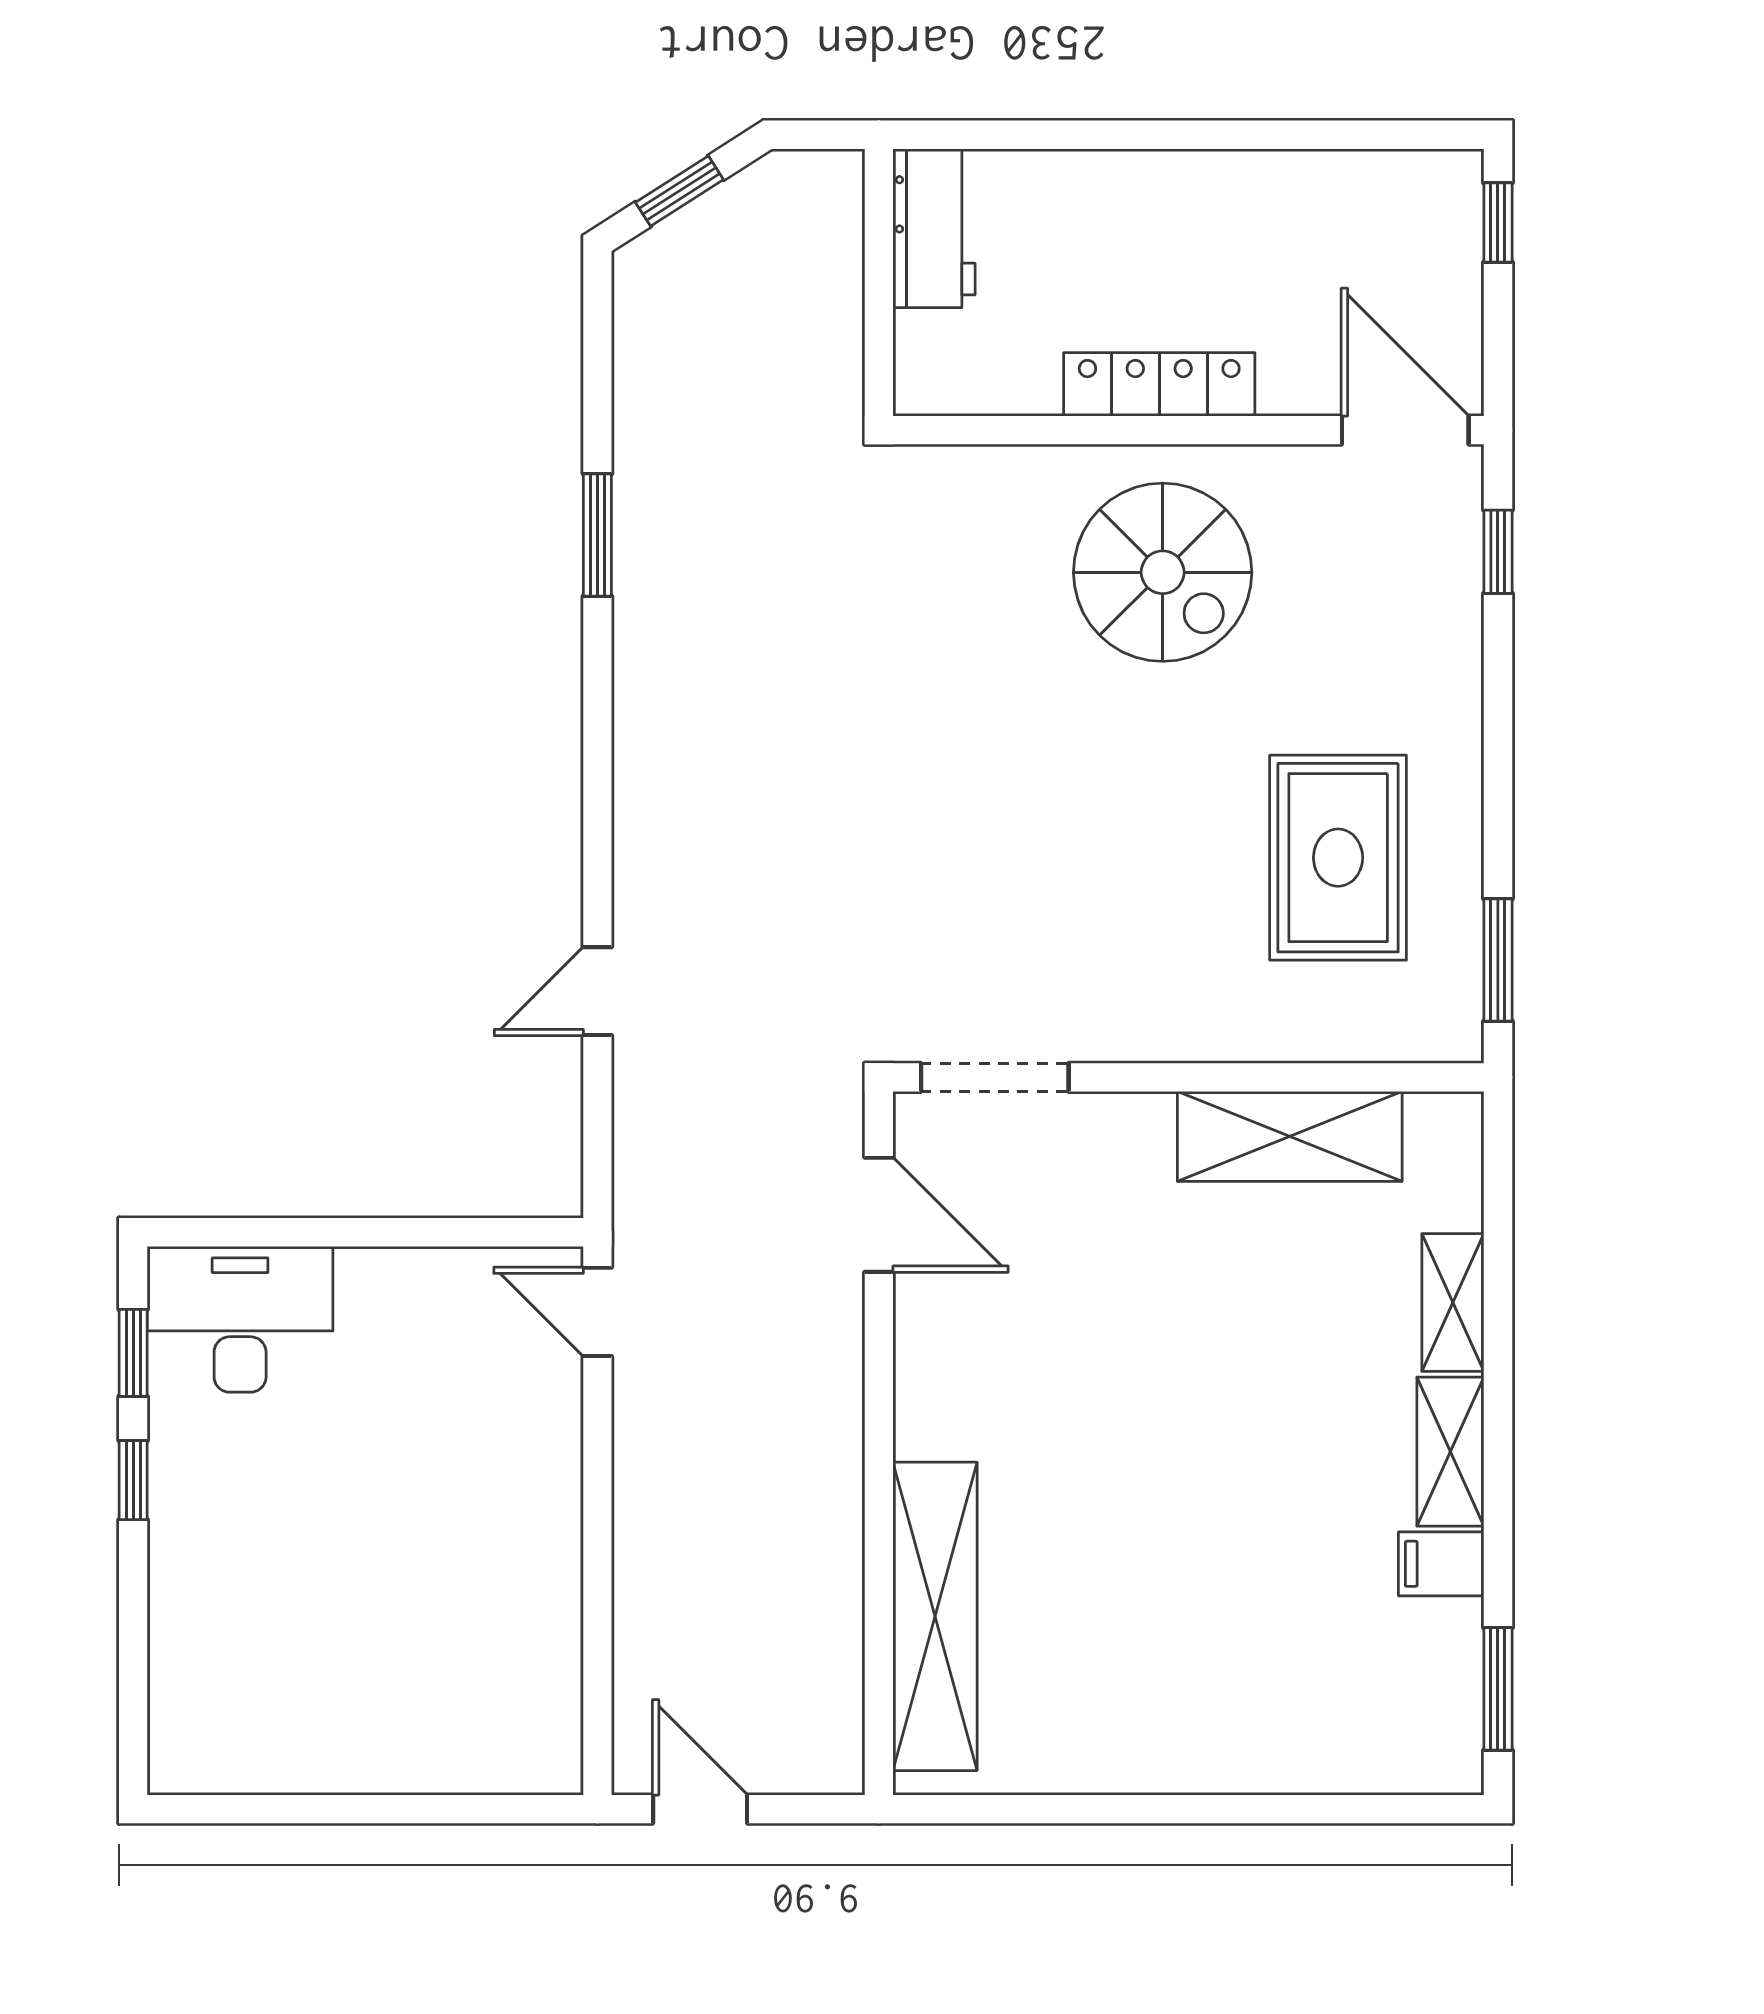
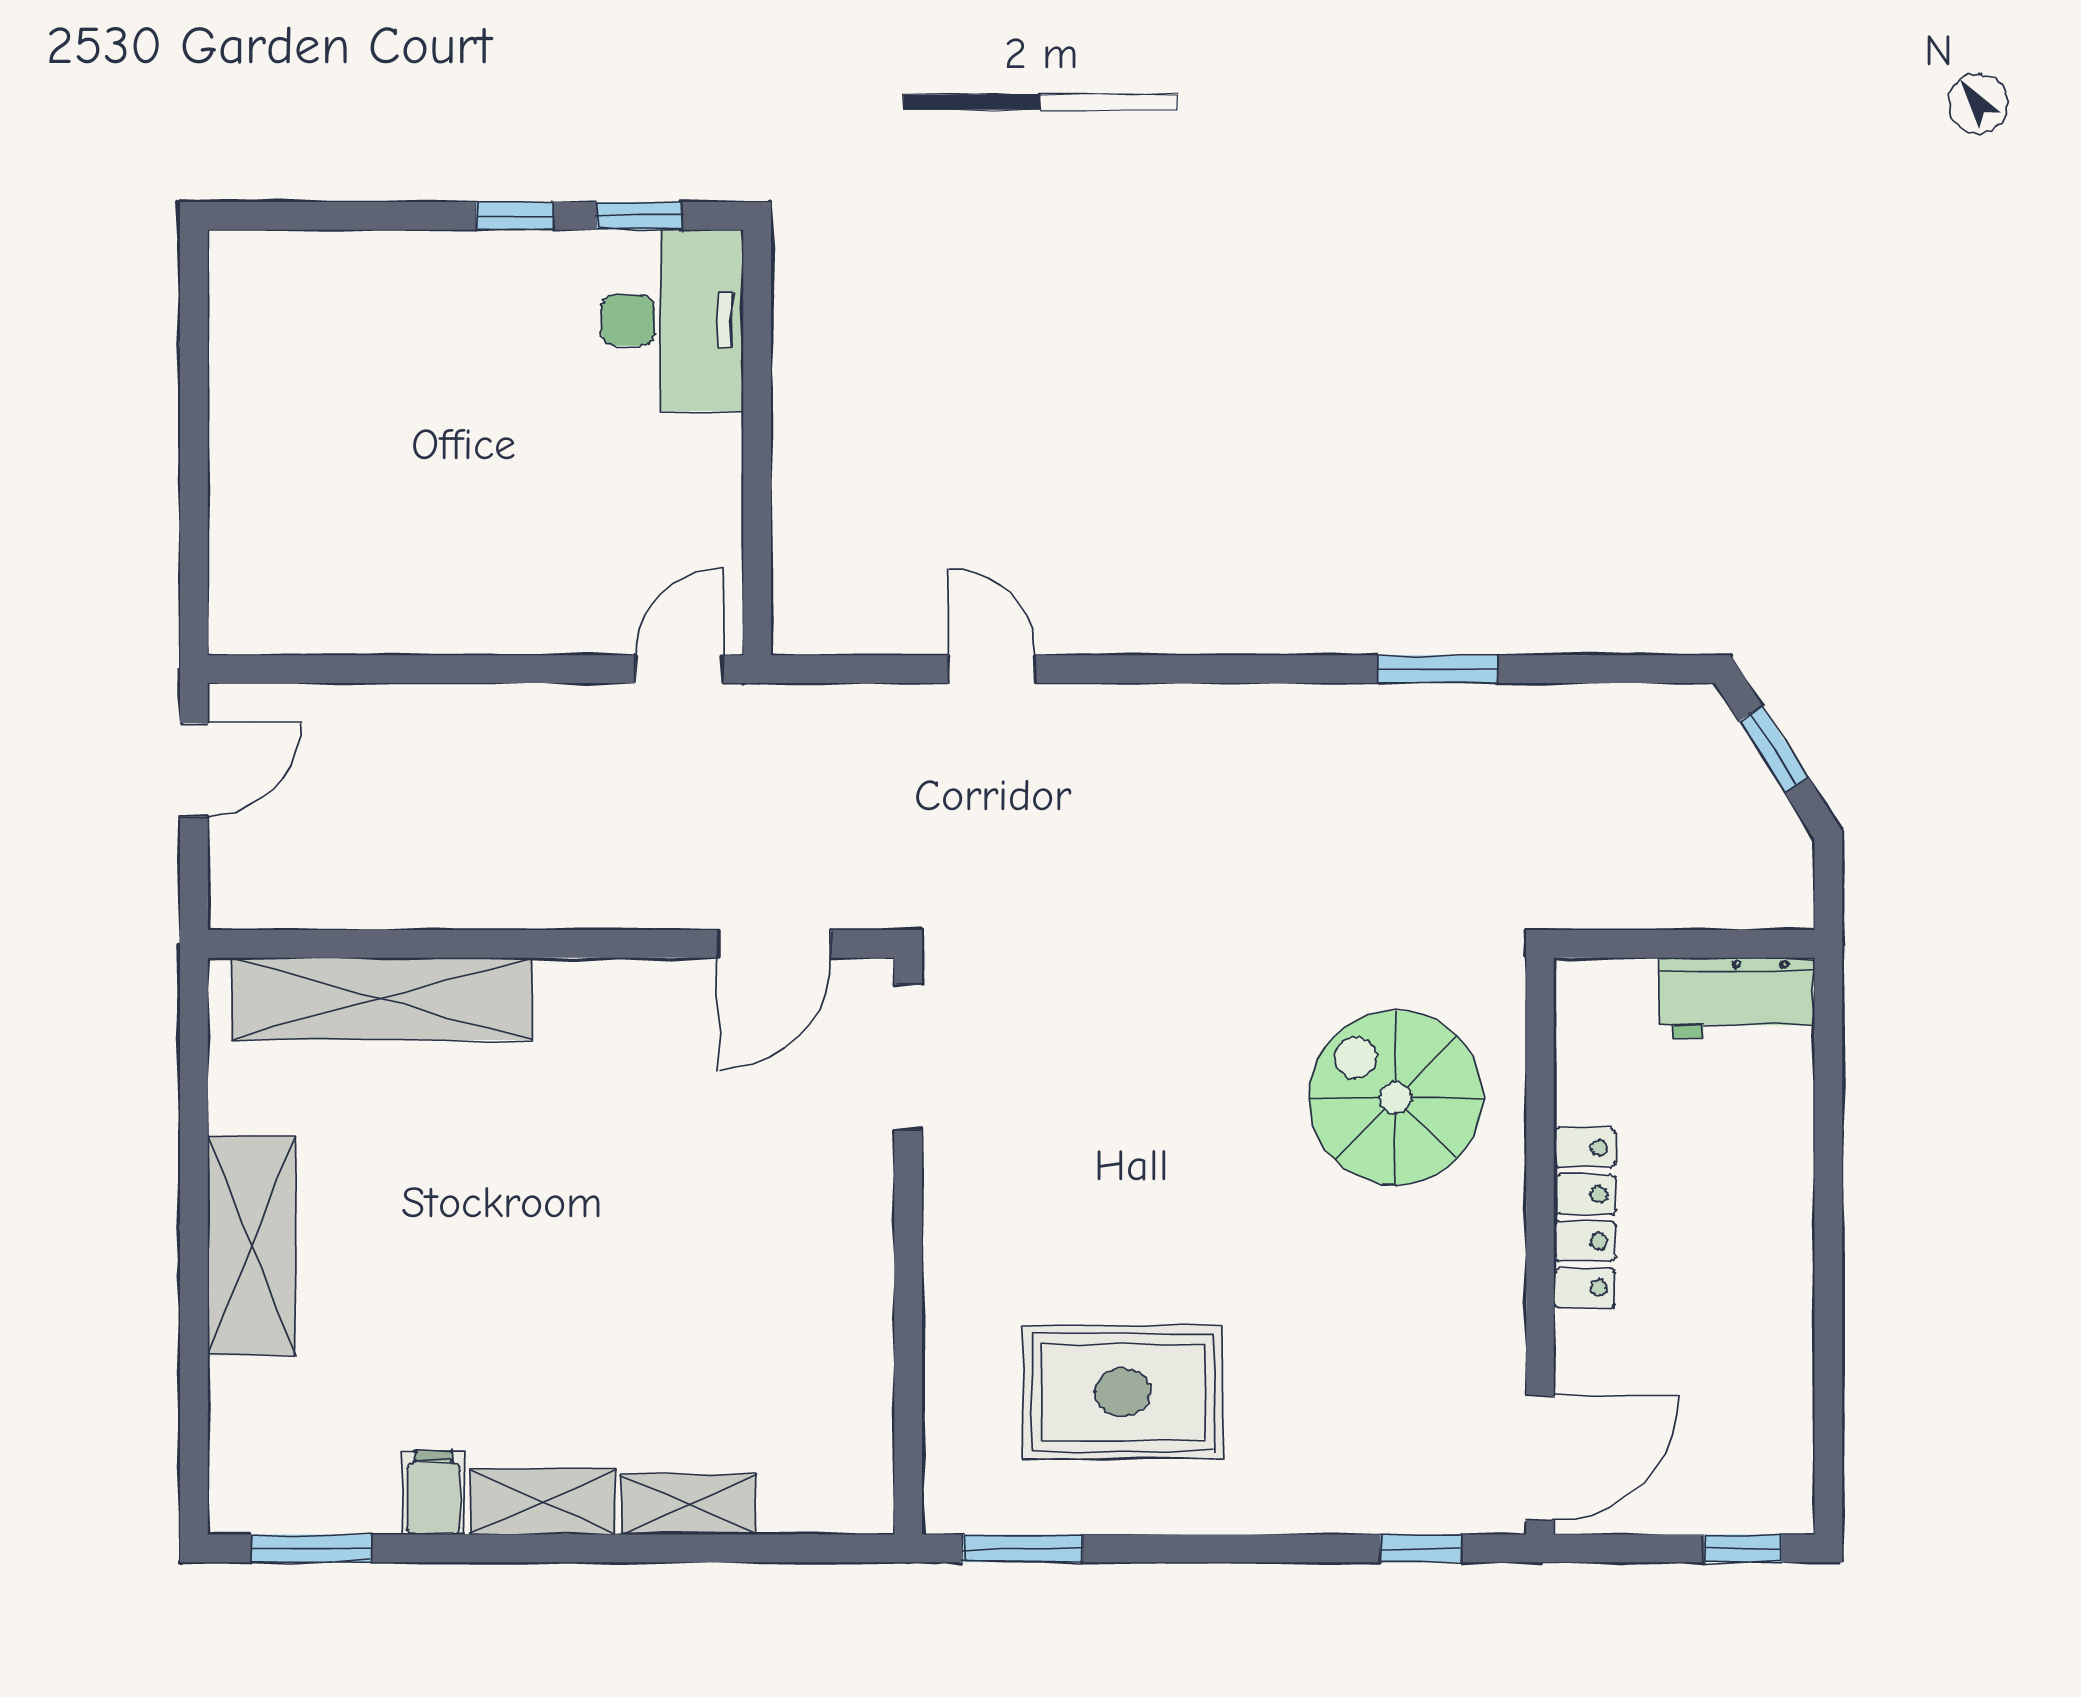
spiral stairs: (1163, 572) -> (1396, 1098), moved, turned 90
shelving: (1290, 1136) -> (251, 1246), moved

